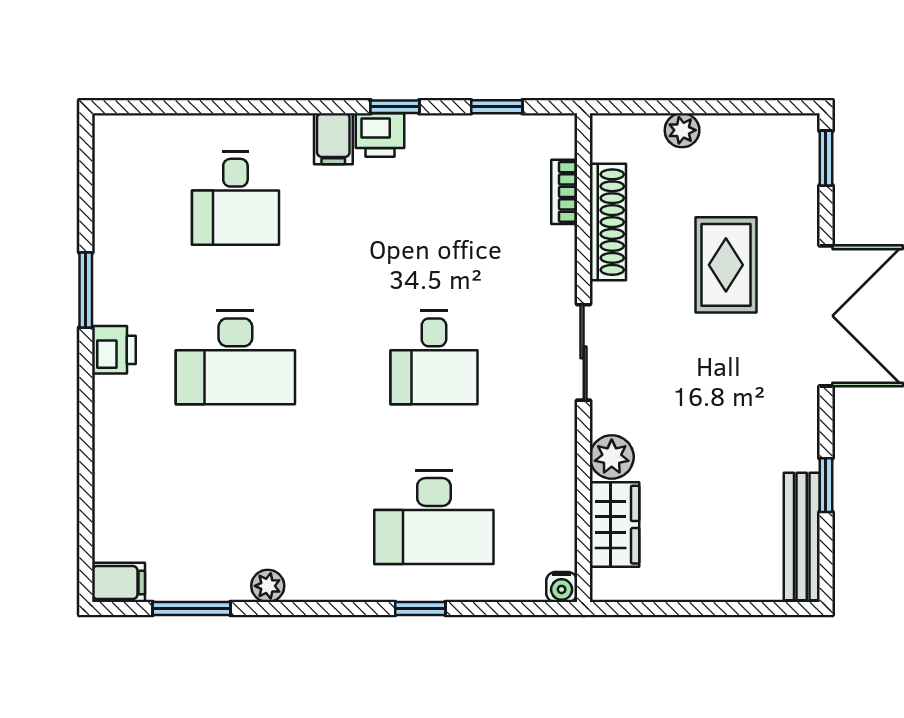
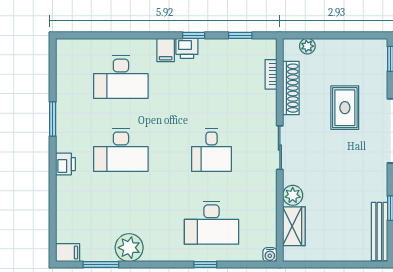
plant: (682, 130) -> (307, 46), moved
desk: (235, 198) -> (121, 77), width x1.37
printer: (114, 350) -> (65, 164), moved
plant: (268, 586) -> (129, 248), width x1.88, depth x1.88

